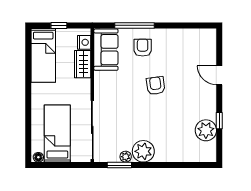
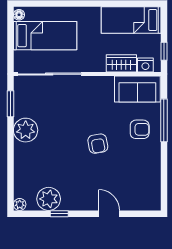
window: (59, 25) -> (164, 51), moved
door: (219, 75) -> (109, 214), hinge flipped
armchair: (156, 86) -> (98, 144), turned 88
plant: (126, 157) -> (20, 204), moved

